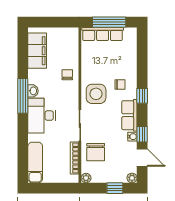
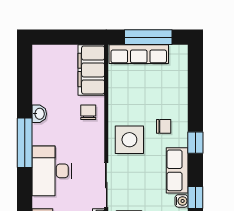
filing cabinet: (37, 51) -> (91, 70), moved, turned 180
washbasin: (33, 91) -> (39, 114), moved

